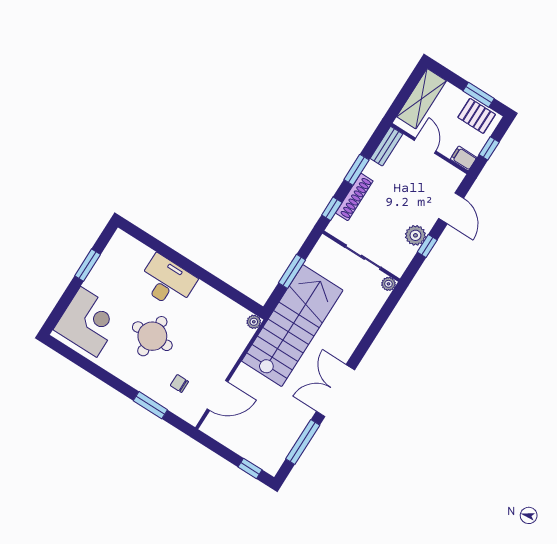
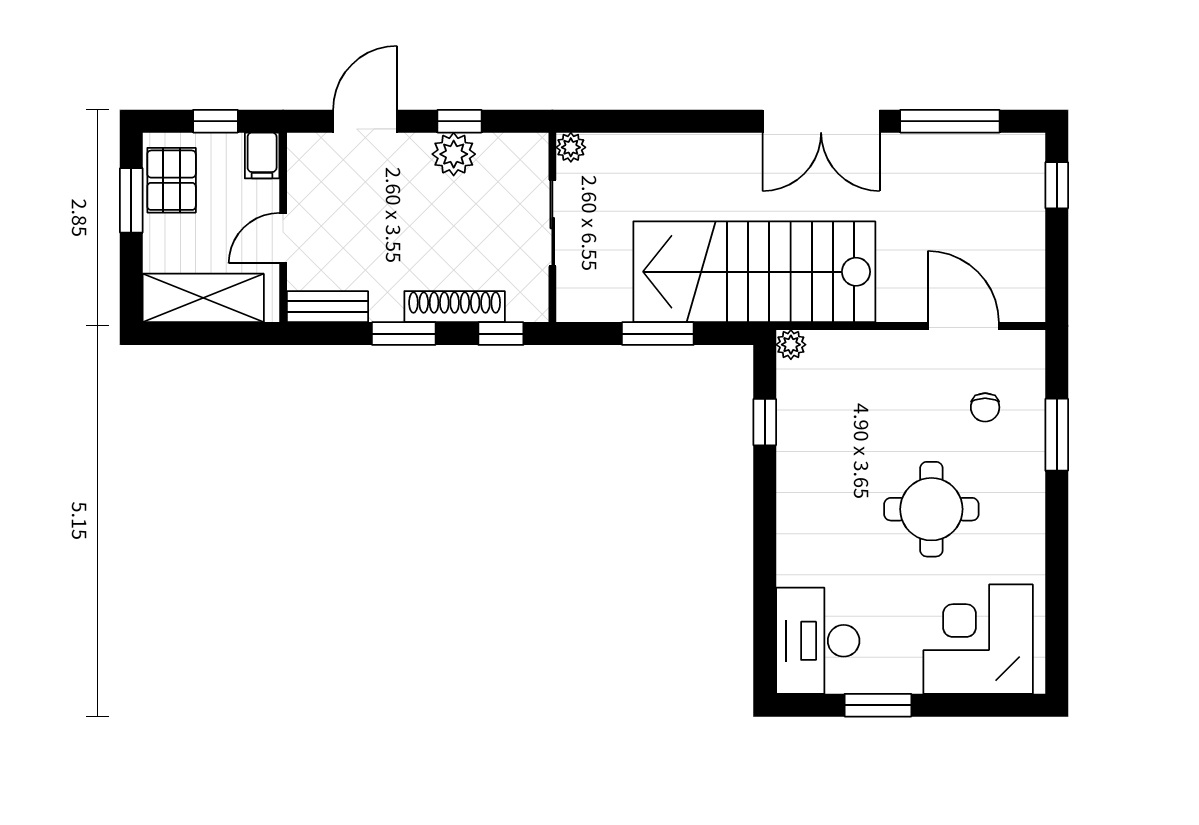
desk: (167, 282) -> (818, 641), moved
window: (229, 292) -> (765, 422), added

